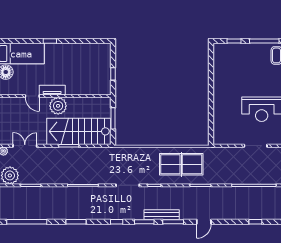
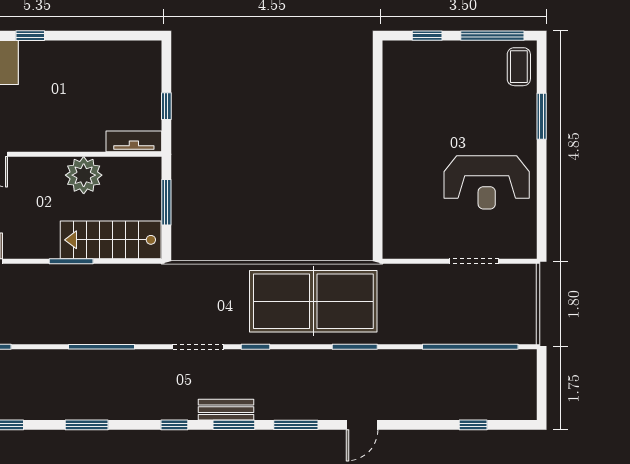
tv unit: (52, 90) -> (134, 141), moved
plant: (58, 106) -> (84, 175), moved
stairs: (79, 131) -> (111, 240), width x0.73, depth x0.66
table tennis table: (181, 164) -> (313, 301), width x1.36, depth x1.32
bench: (162, 215) -> (226, 410), moved, width x0.73

